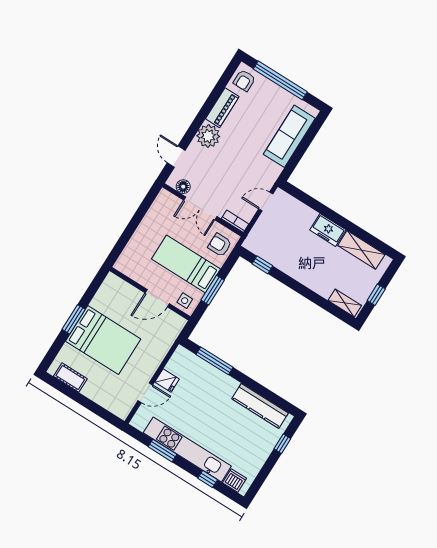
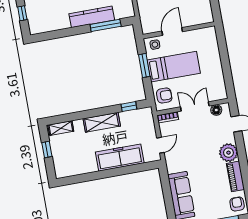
freezer: (328, 230) -> (120, 158), width x1.91, depth x1.26
shelving: (361, 250) -> (102, 122), moved
kitchen counter: (260, 406) -> (92, 17), moved

